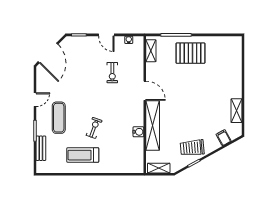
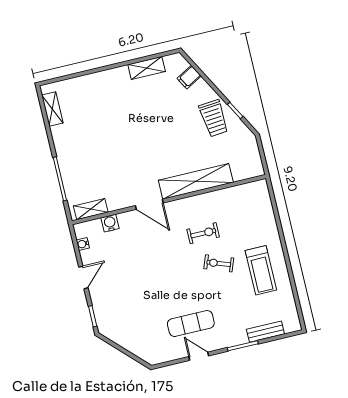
door: (48, 53) -> (128, 354), removed
pallet: (190, 53) -> (81, 152), removed
exercise bike: (112, 73) -> (203, 233), moved
door: (145, 91) -> (149, 204), swing flipped
exercise mat: (59, 118) -> (191, 323), moved
water cooler: (138, 132) -> (110, 223), moved
shelving: (159, 168) -> (52, 109), moved

